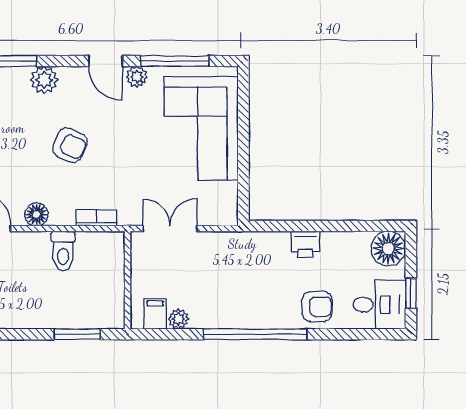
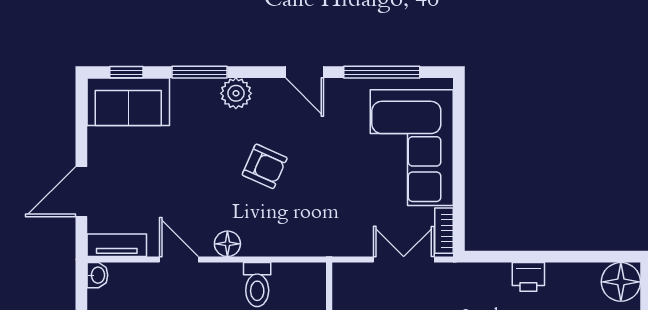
plant: (137, 77) -> (340, 90), removed
bookcase: (97, 218) -> (444, 231), moved, turned -90
double door: (170, 229) -> (404, 260), moved

